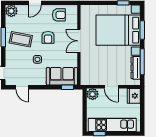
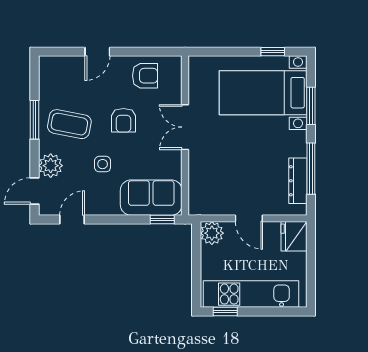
plant: (11, 11) -> (51, 166), moved
bed with nightstands: (118, 30) -> (263, 93), width x0.73
door: (22, 87) -> (72, 219), swing flipped

